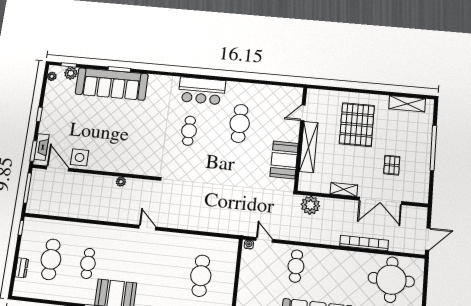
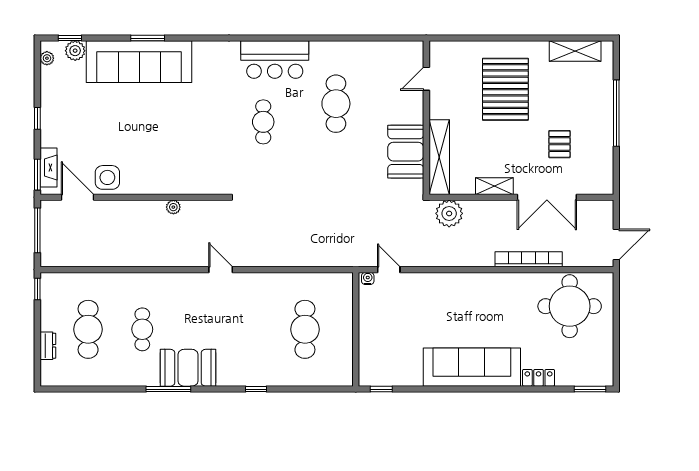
shelving: (309, 147) -> (439, 157), moved
cafe table: (296, 266) -> (437, 302), removed

